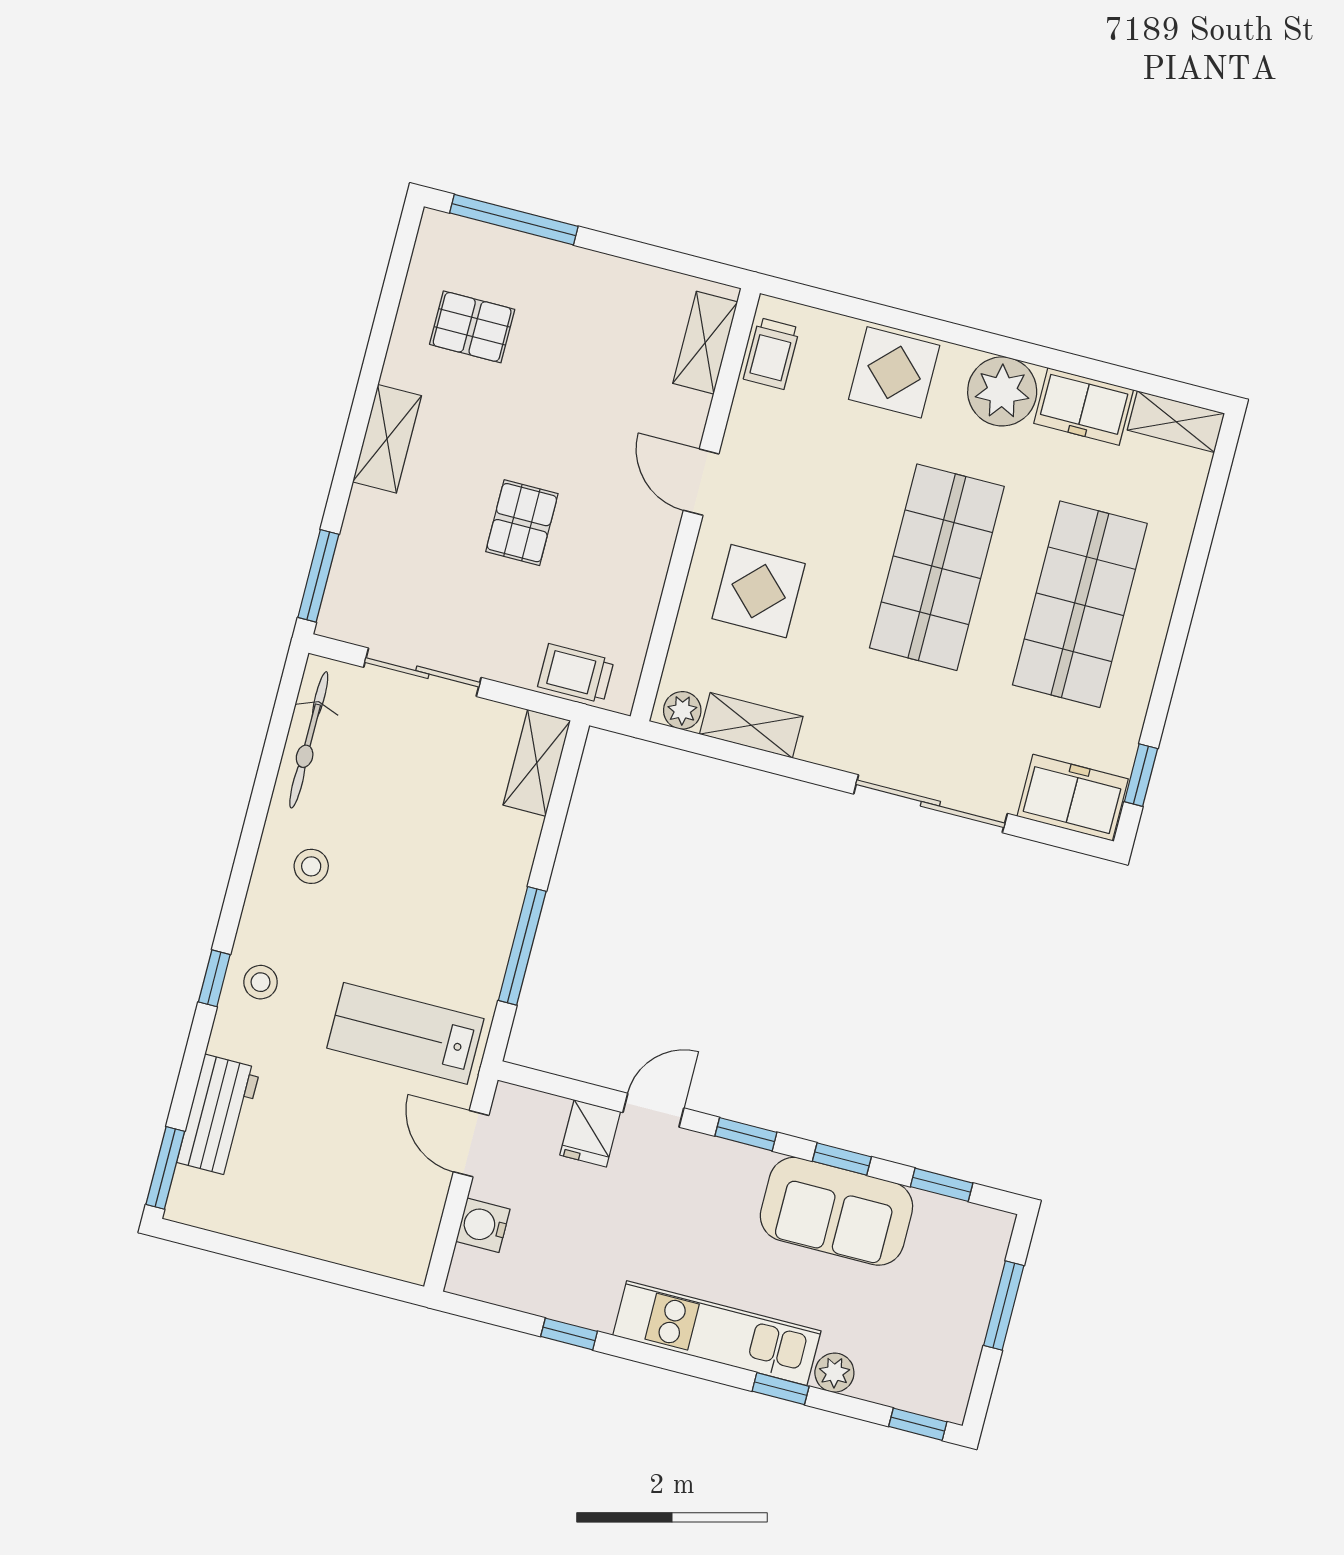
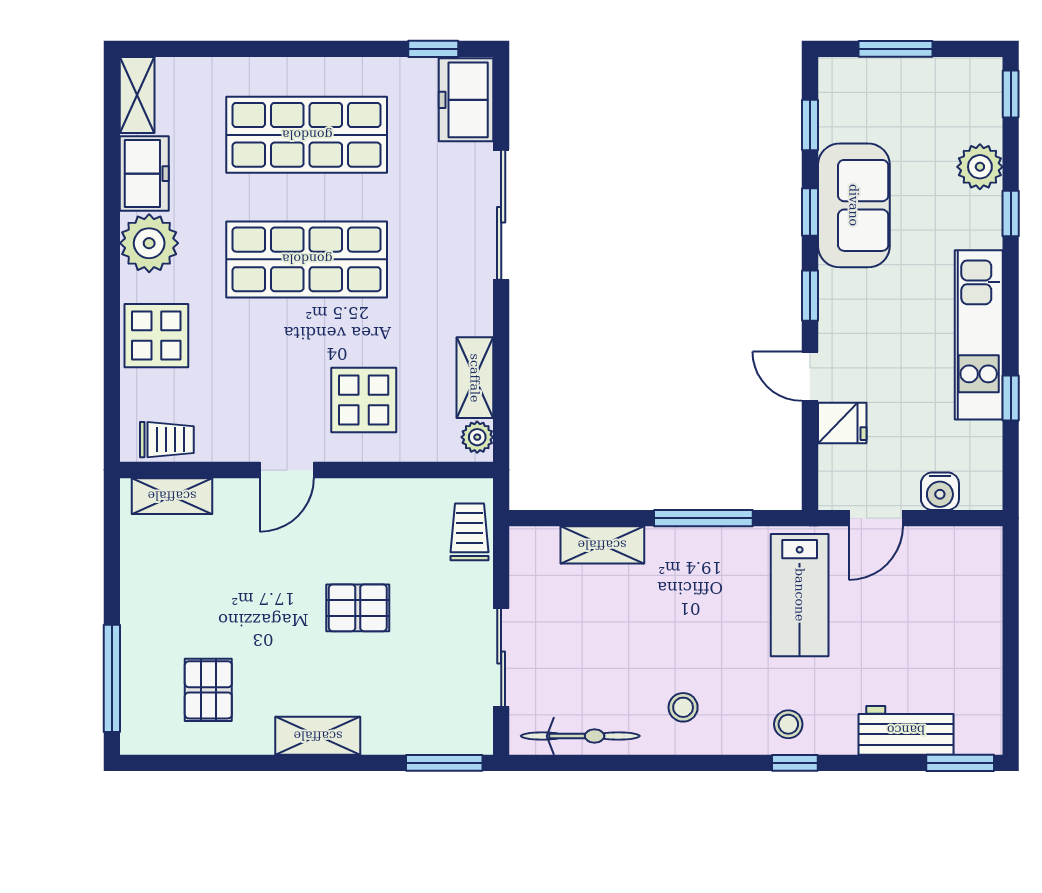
trolley: (576, 673) -> (470, 532), turned 180
shelving: (537, 763) -> (602, 545), moved
kitchen unit: (717, 1333) -> (979, 335), moved
plant: (834, 1373) -> (980, 167), width x1.38, depth x1.38

